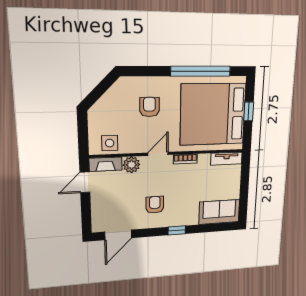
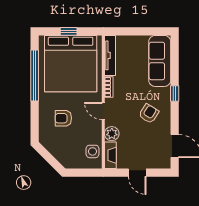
tv unit: (226, 159) -> (110, 55), width x1.41
door: (85, 182) -> (137, 173), moved
armchair: (155, 205) -> (149, 114), turned 122
sofa: (219, 212) -> (160, 61), width x1.36

